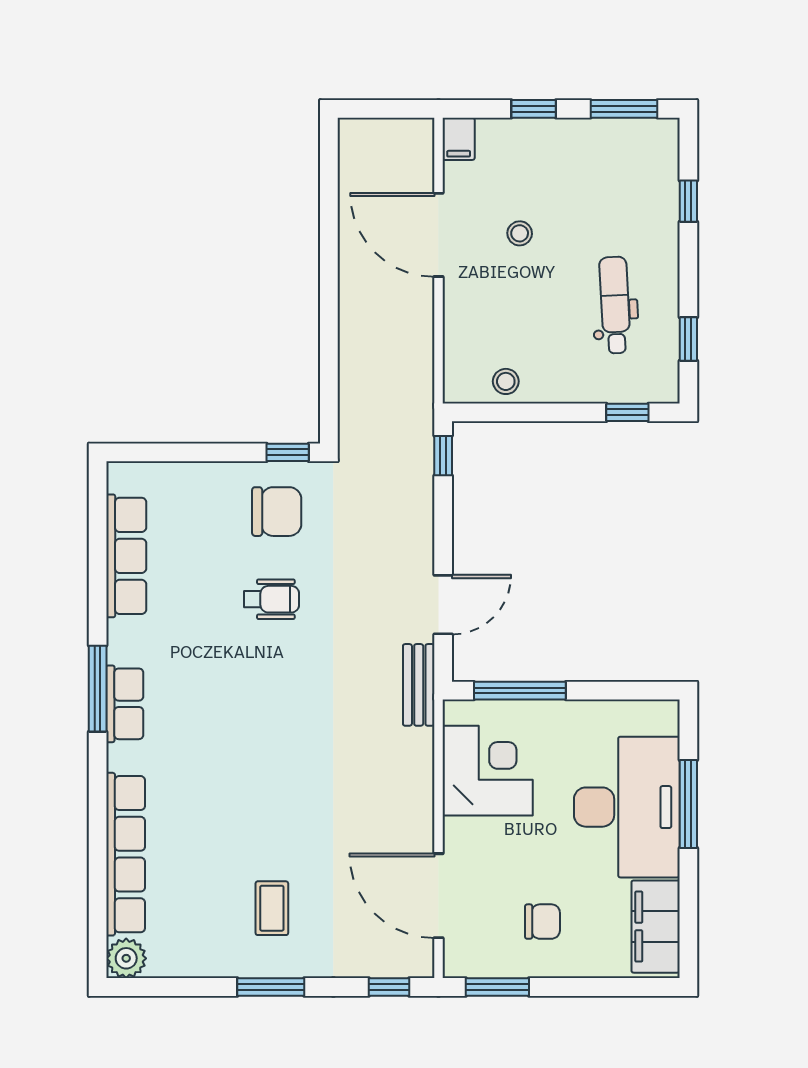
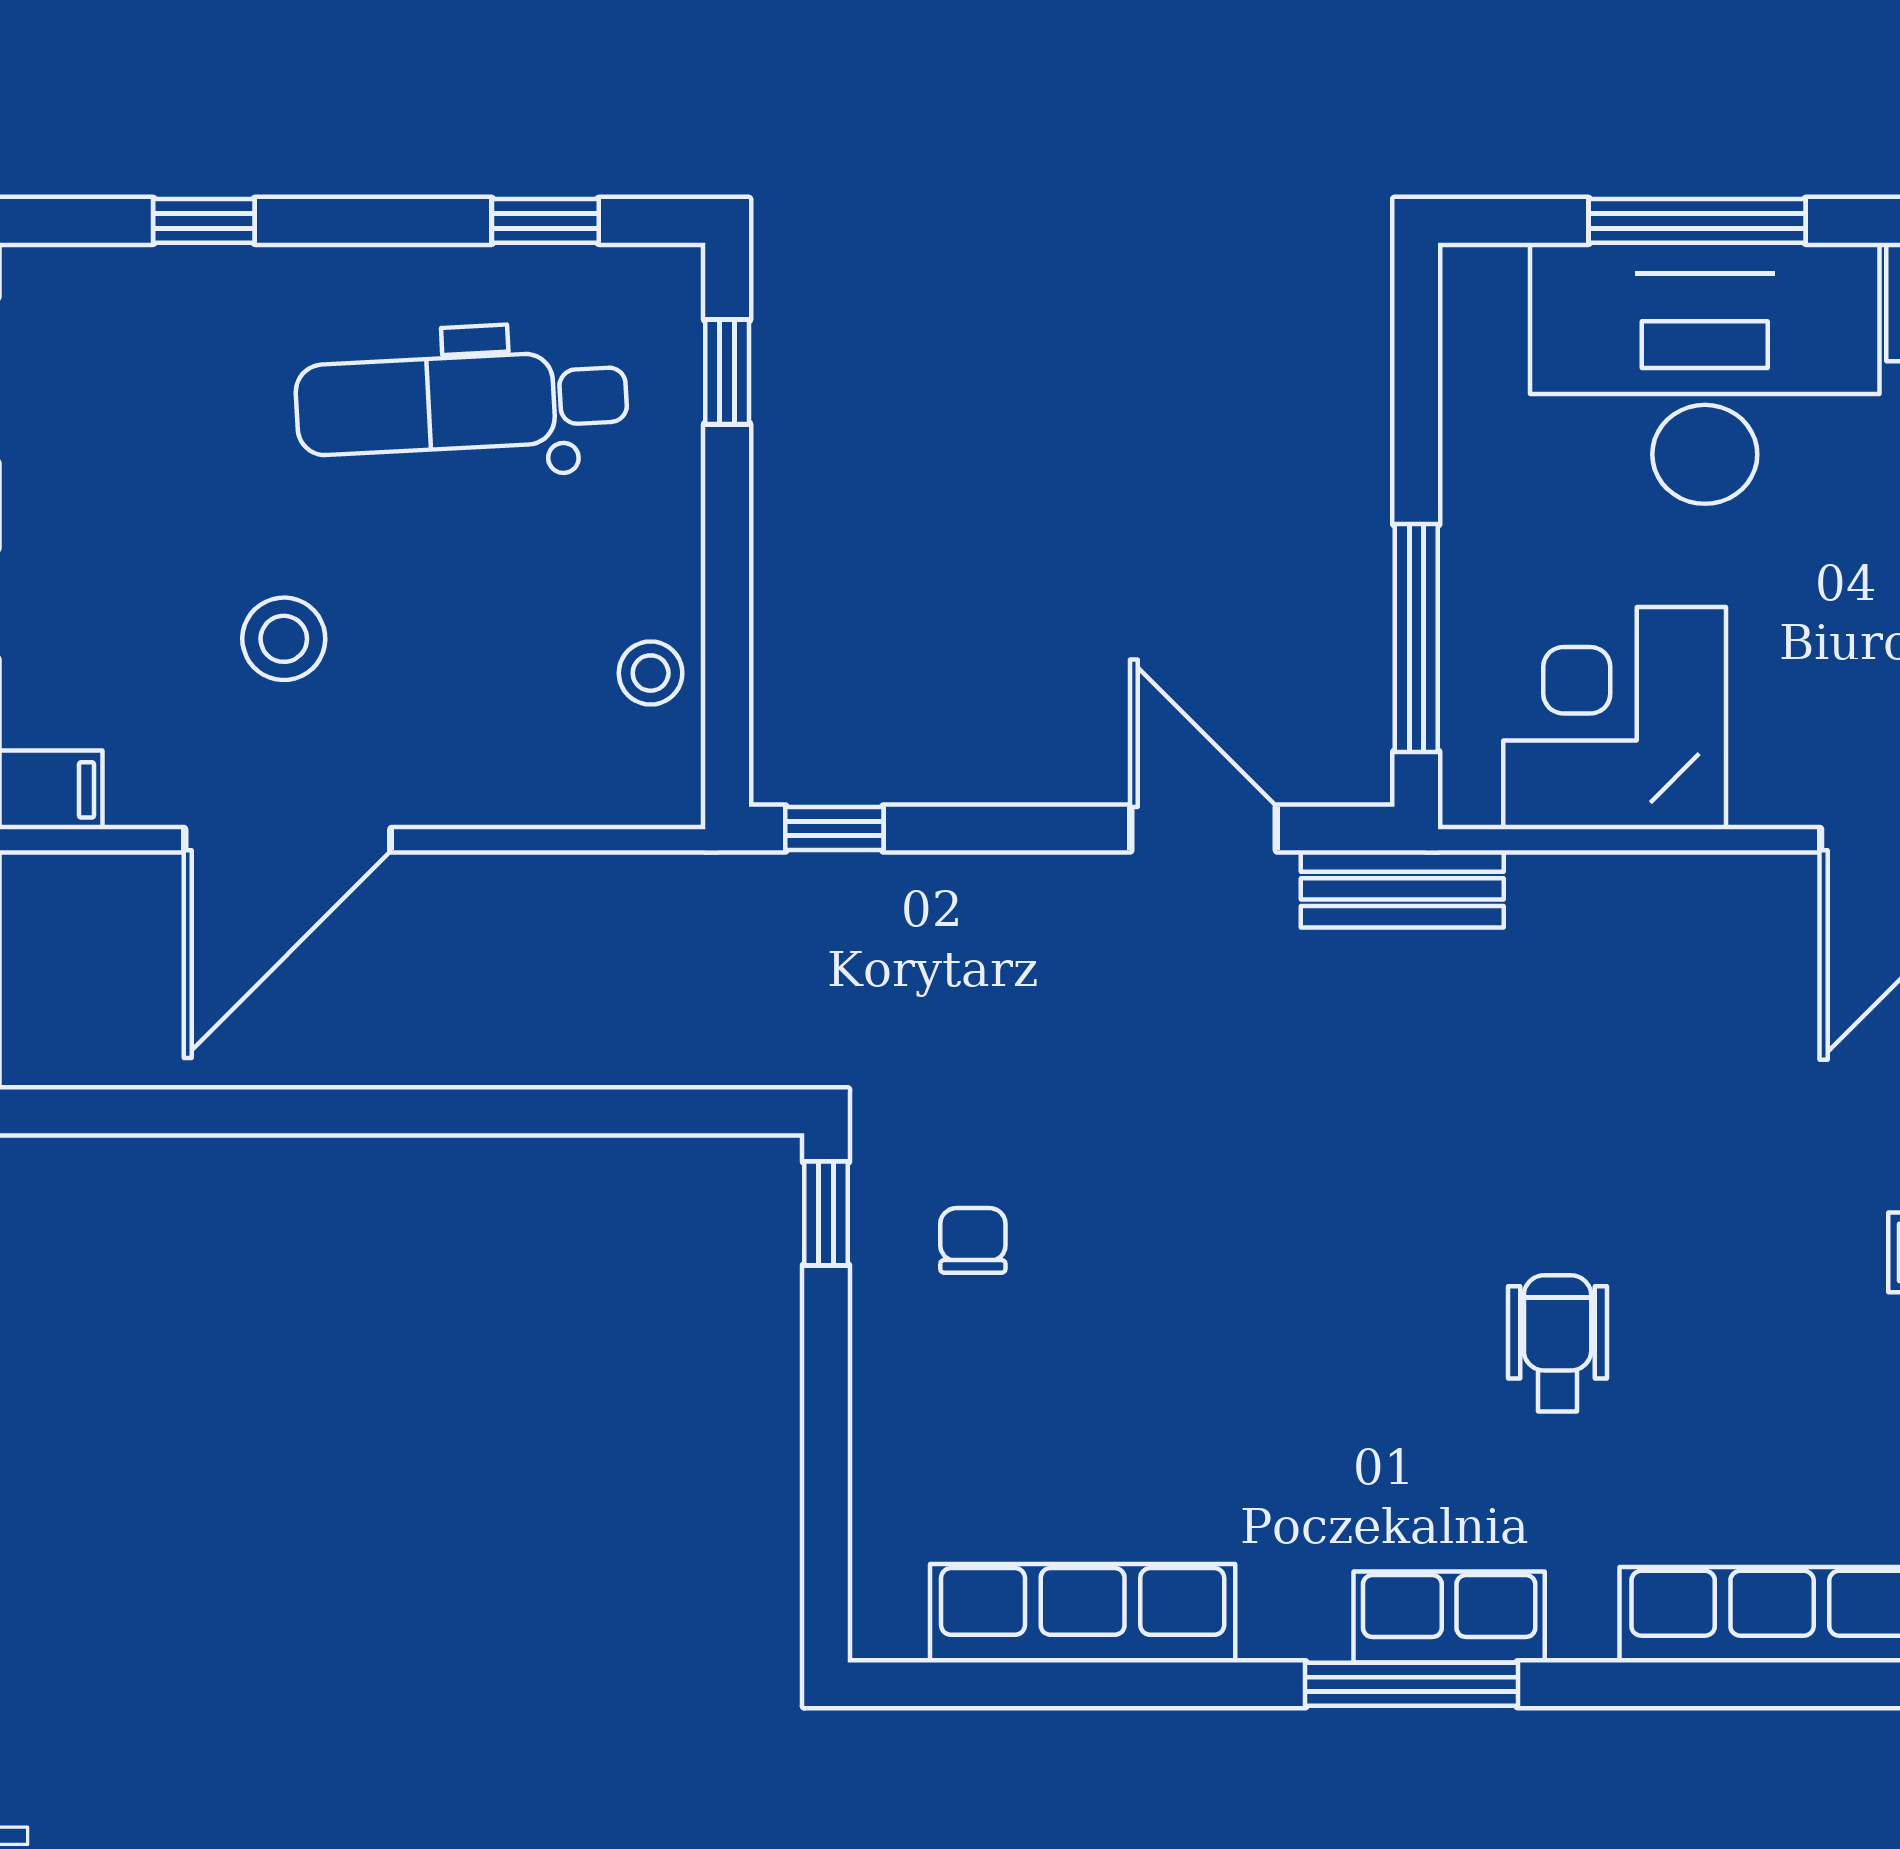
stool: (520, 233) -> (284, 639), width x1.37, depth x1.37
dental chair: (615, 305) -> (461, 403), width x1.36, depth x1.38
chair: (277, 512) -> (973, 1240), width x0.54, depth x0.54
wheelchair: (271, 599) -> (1558, 1343), moved

